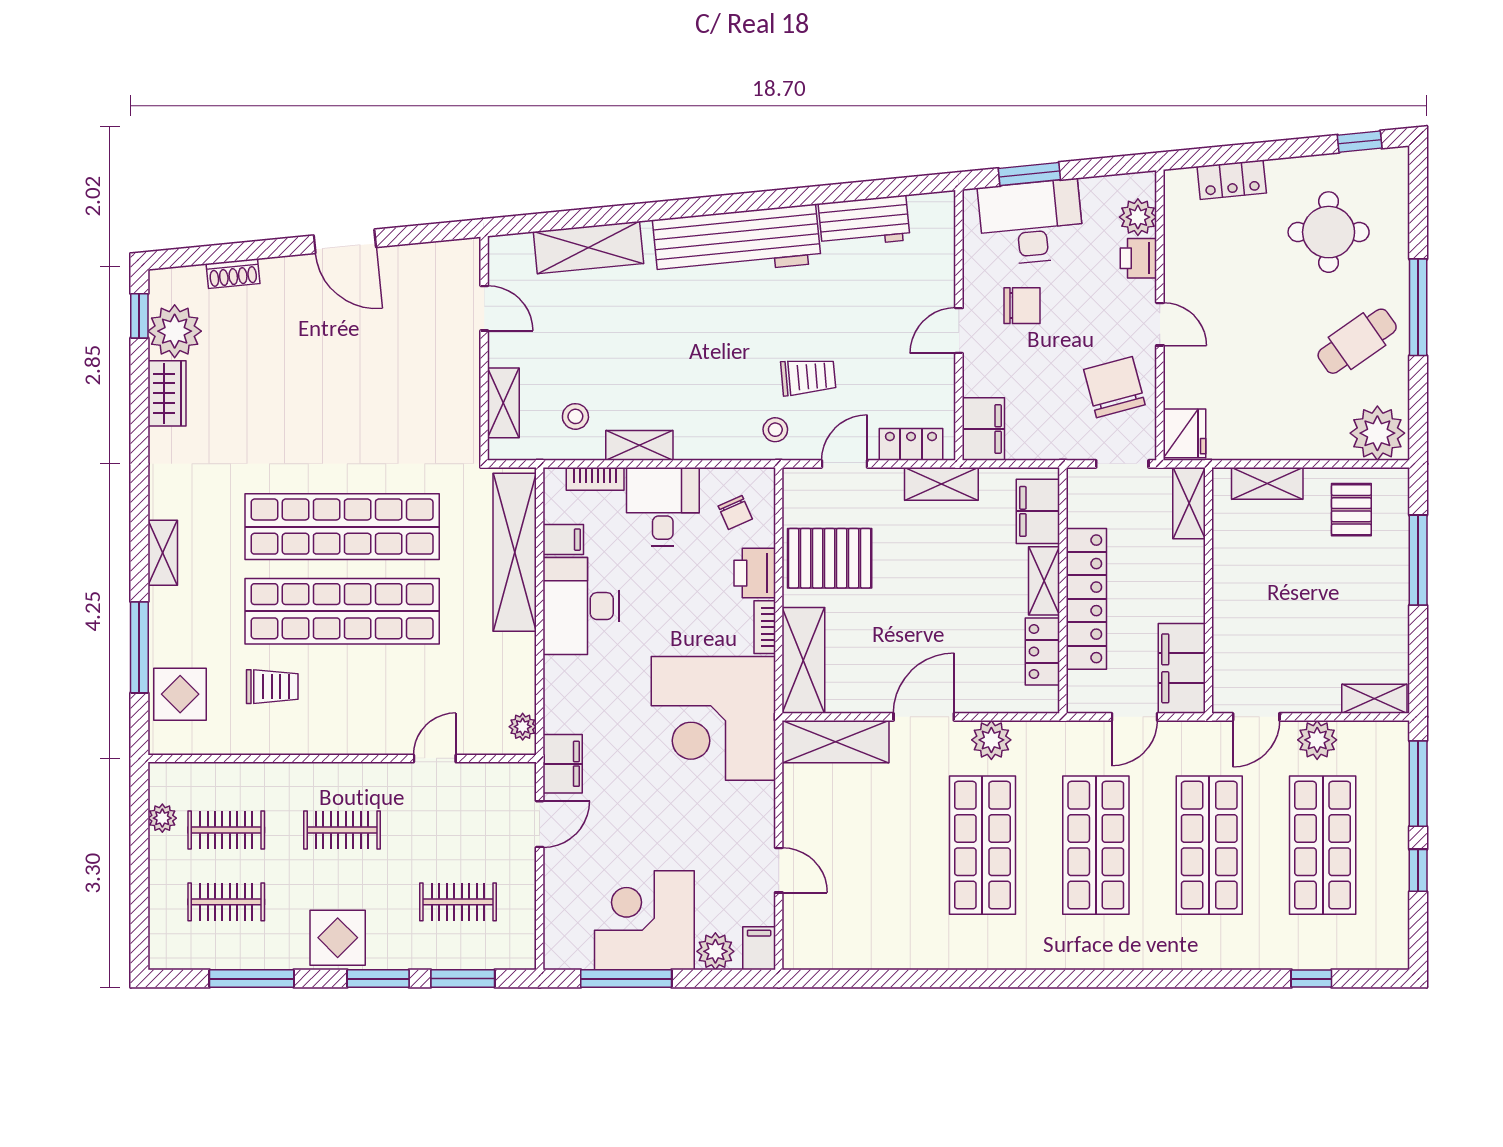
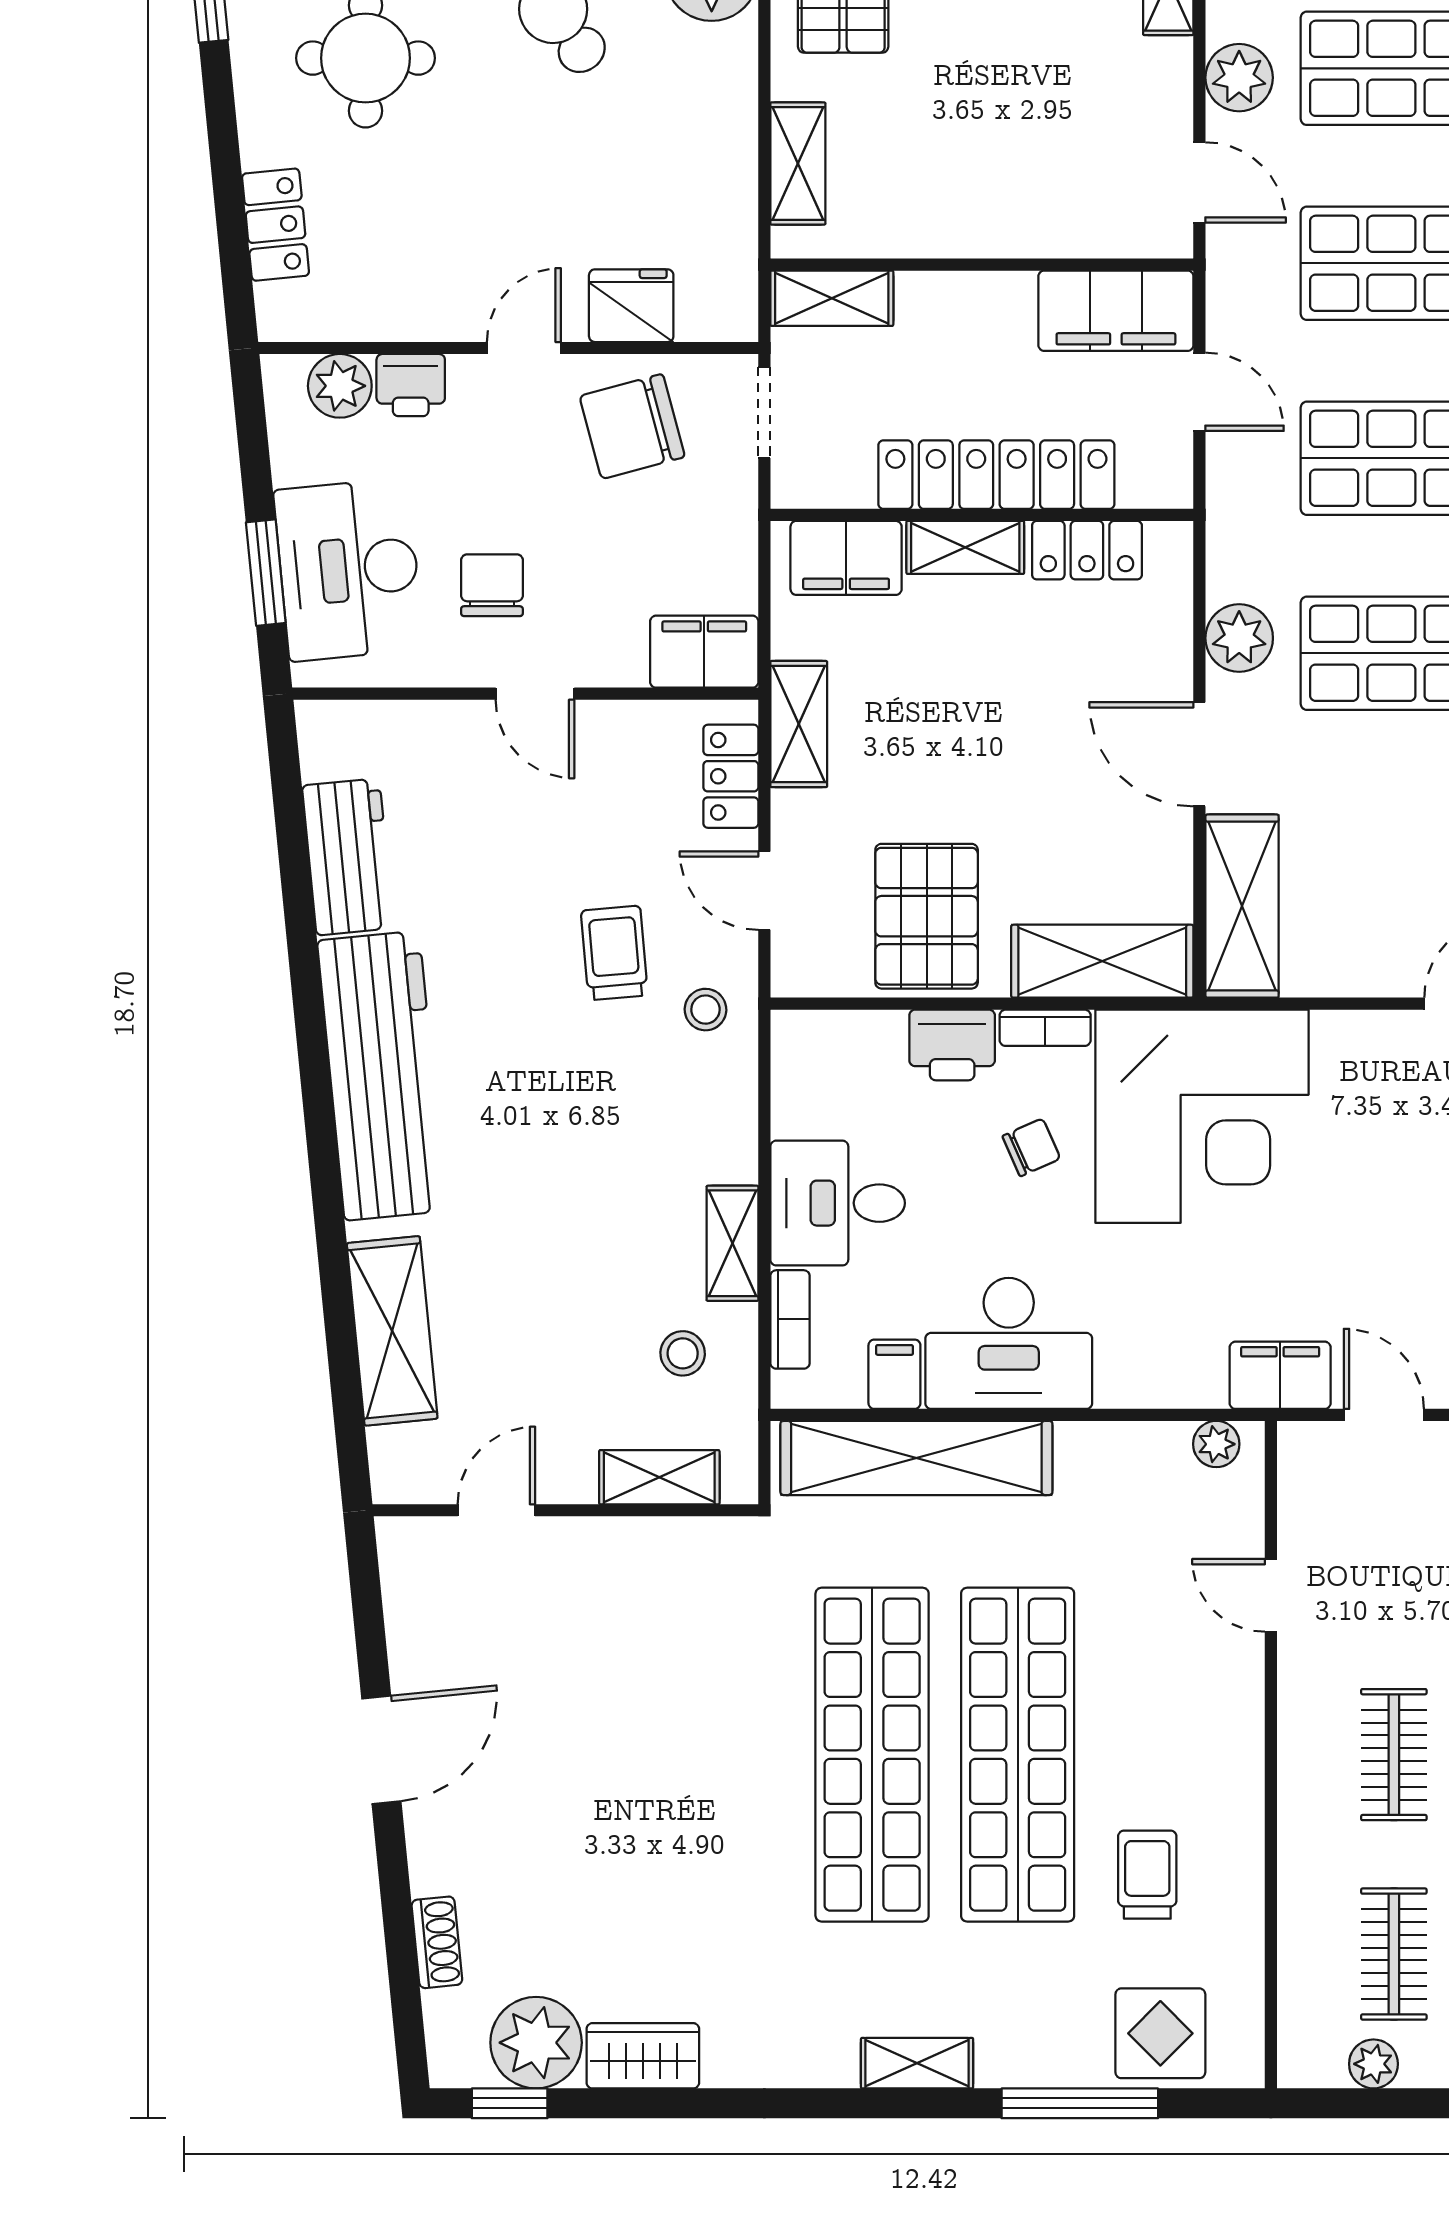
fridge: (1185, 433) -> (631, 306), moved
chair: (735, 512) -> (1031, 1147), moved

